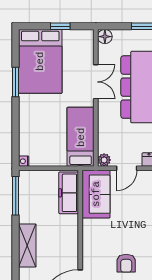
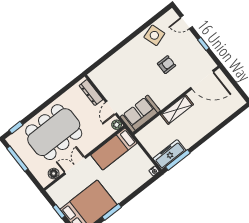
floor lamp: (105, 37) -> (54, 174), moved
door: (127, 168) -> (111, 108), swing flipped
freezer: (69, 193) -> (169, 155), moved, turned 180
shelving: (27, 245) -> (177, 110), moved

